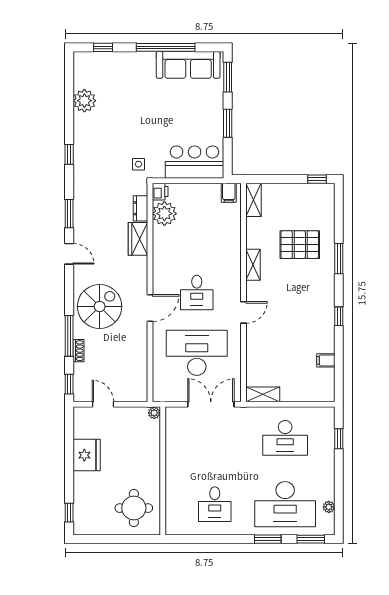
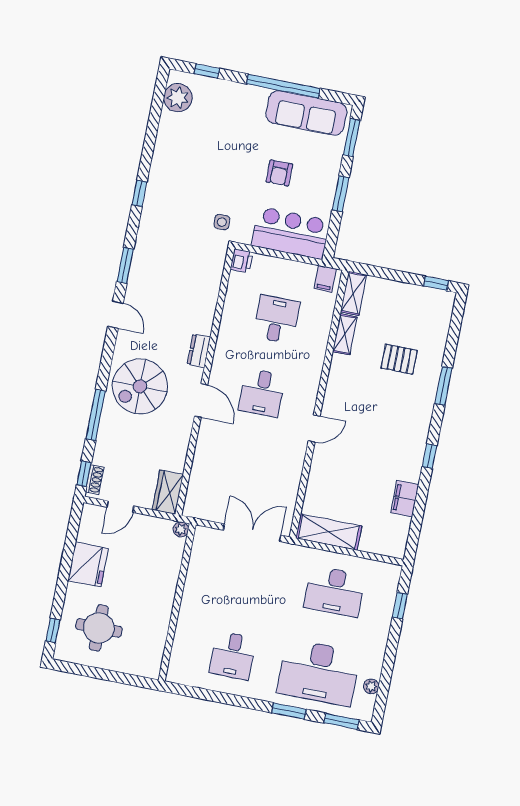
plant: (84, 101) -> (178, 98), moved
armchair: (176, 116) -> (279, 173), added
dresser: (140, 208) -> (199, 351), moved
plant: (164, 214) -> (242, 289), removed
wardrobe: (138, 239) -> (168, 492), moved
pallet: (300, 245) -> (399, 359), width x0.67, depth x0.71
shelving: (253, 265) -> (345, 334), moved
spiral stairs: (100, 306) -> (140, 386), turned 180
door: (150, 308) -> (201, 401), hinge flipped
shoe rack: (78, 351) -> (95, 480), moved
desk: (197, 353) -> (276, 319), moved, width x0.53, depth x0.77
filing cabinet: (326, 360) -> (405, 499), width x2.00
shelving: (263, 394) -> (329, 532), width x1.50, depth x1.33
door: (103, 404) -> (120, 507), swing flipped
round table: (134, 508) -> (99, 628), moved

